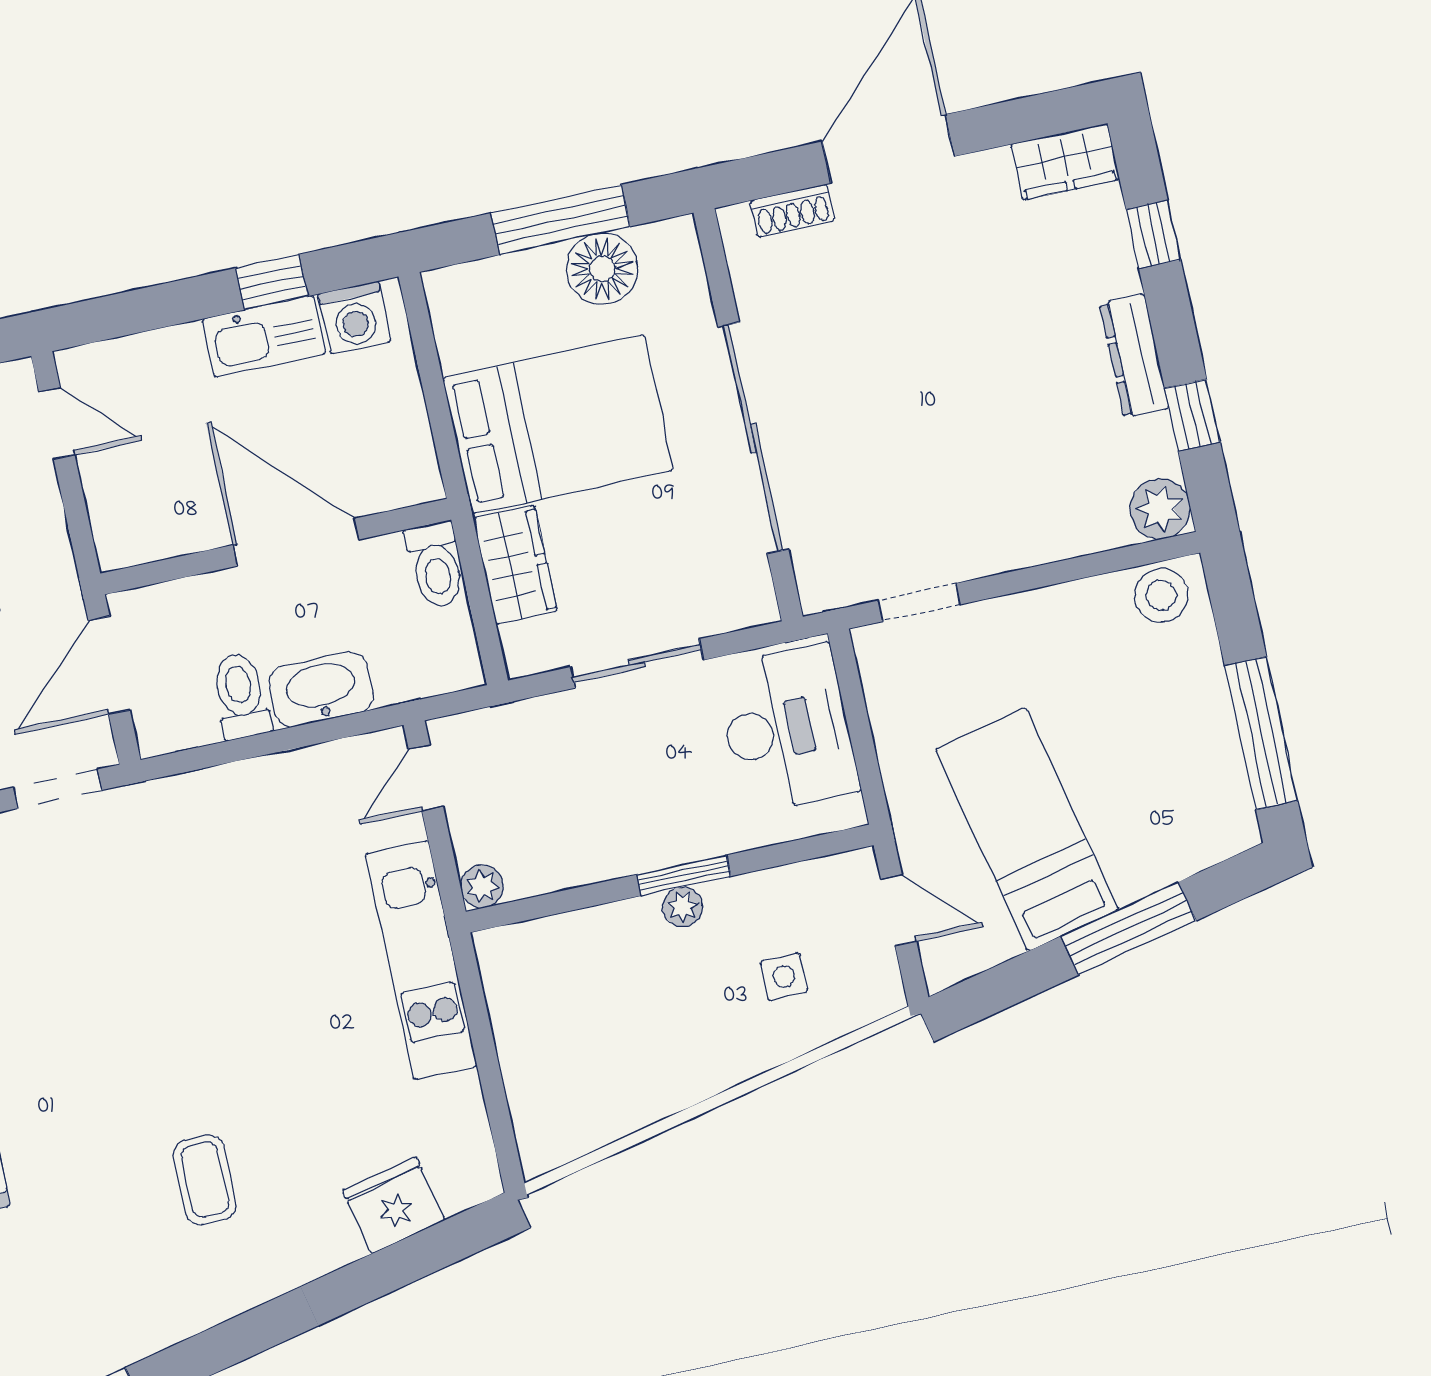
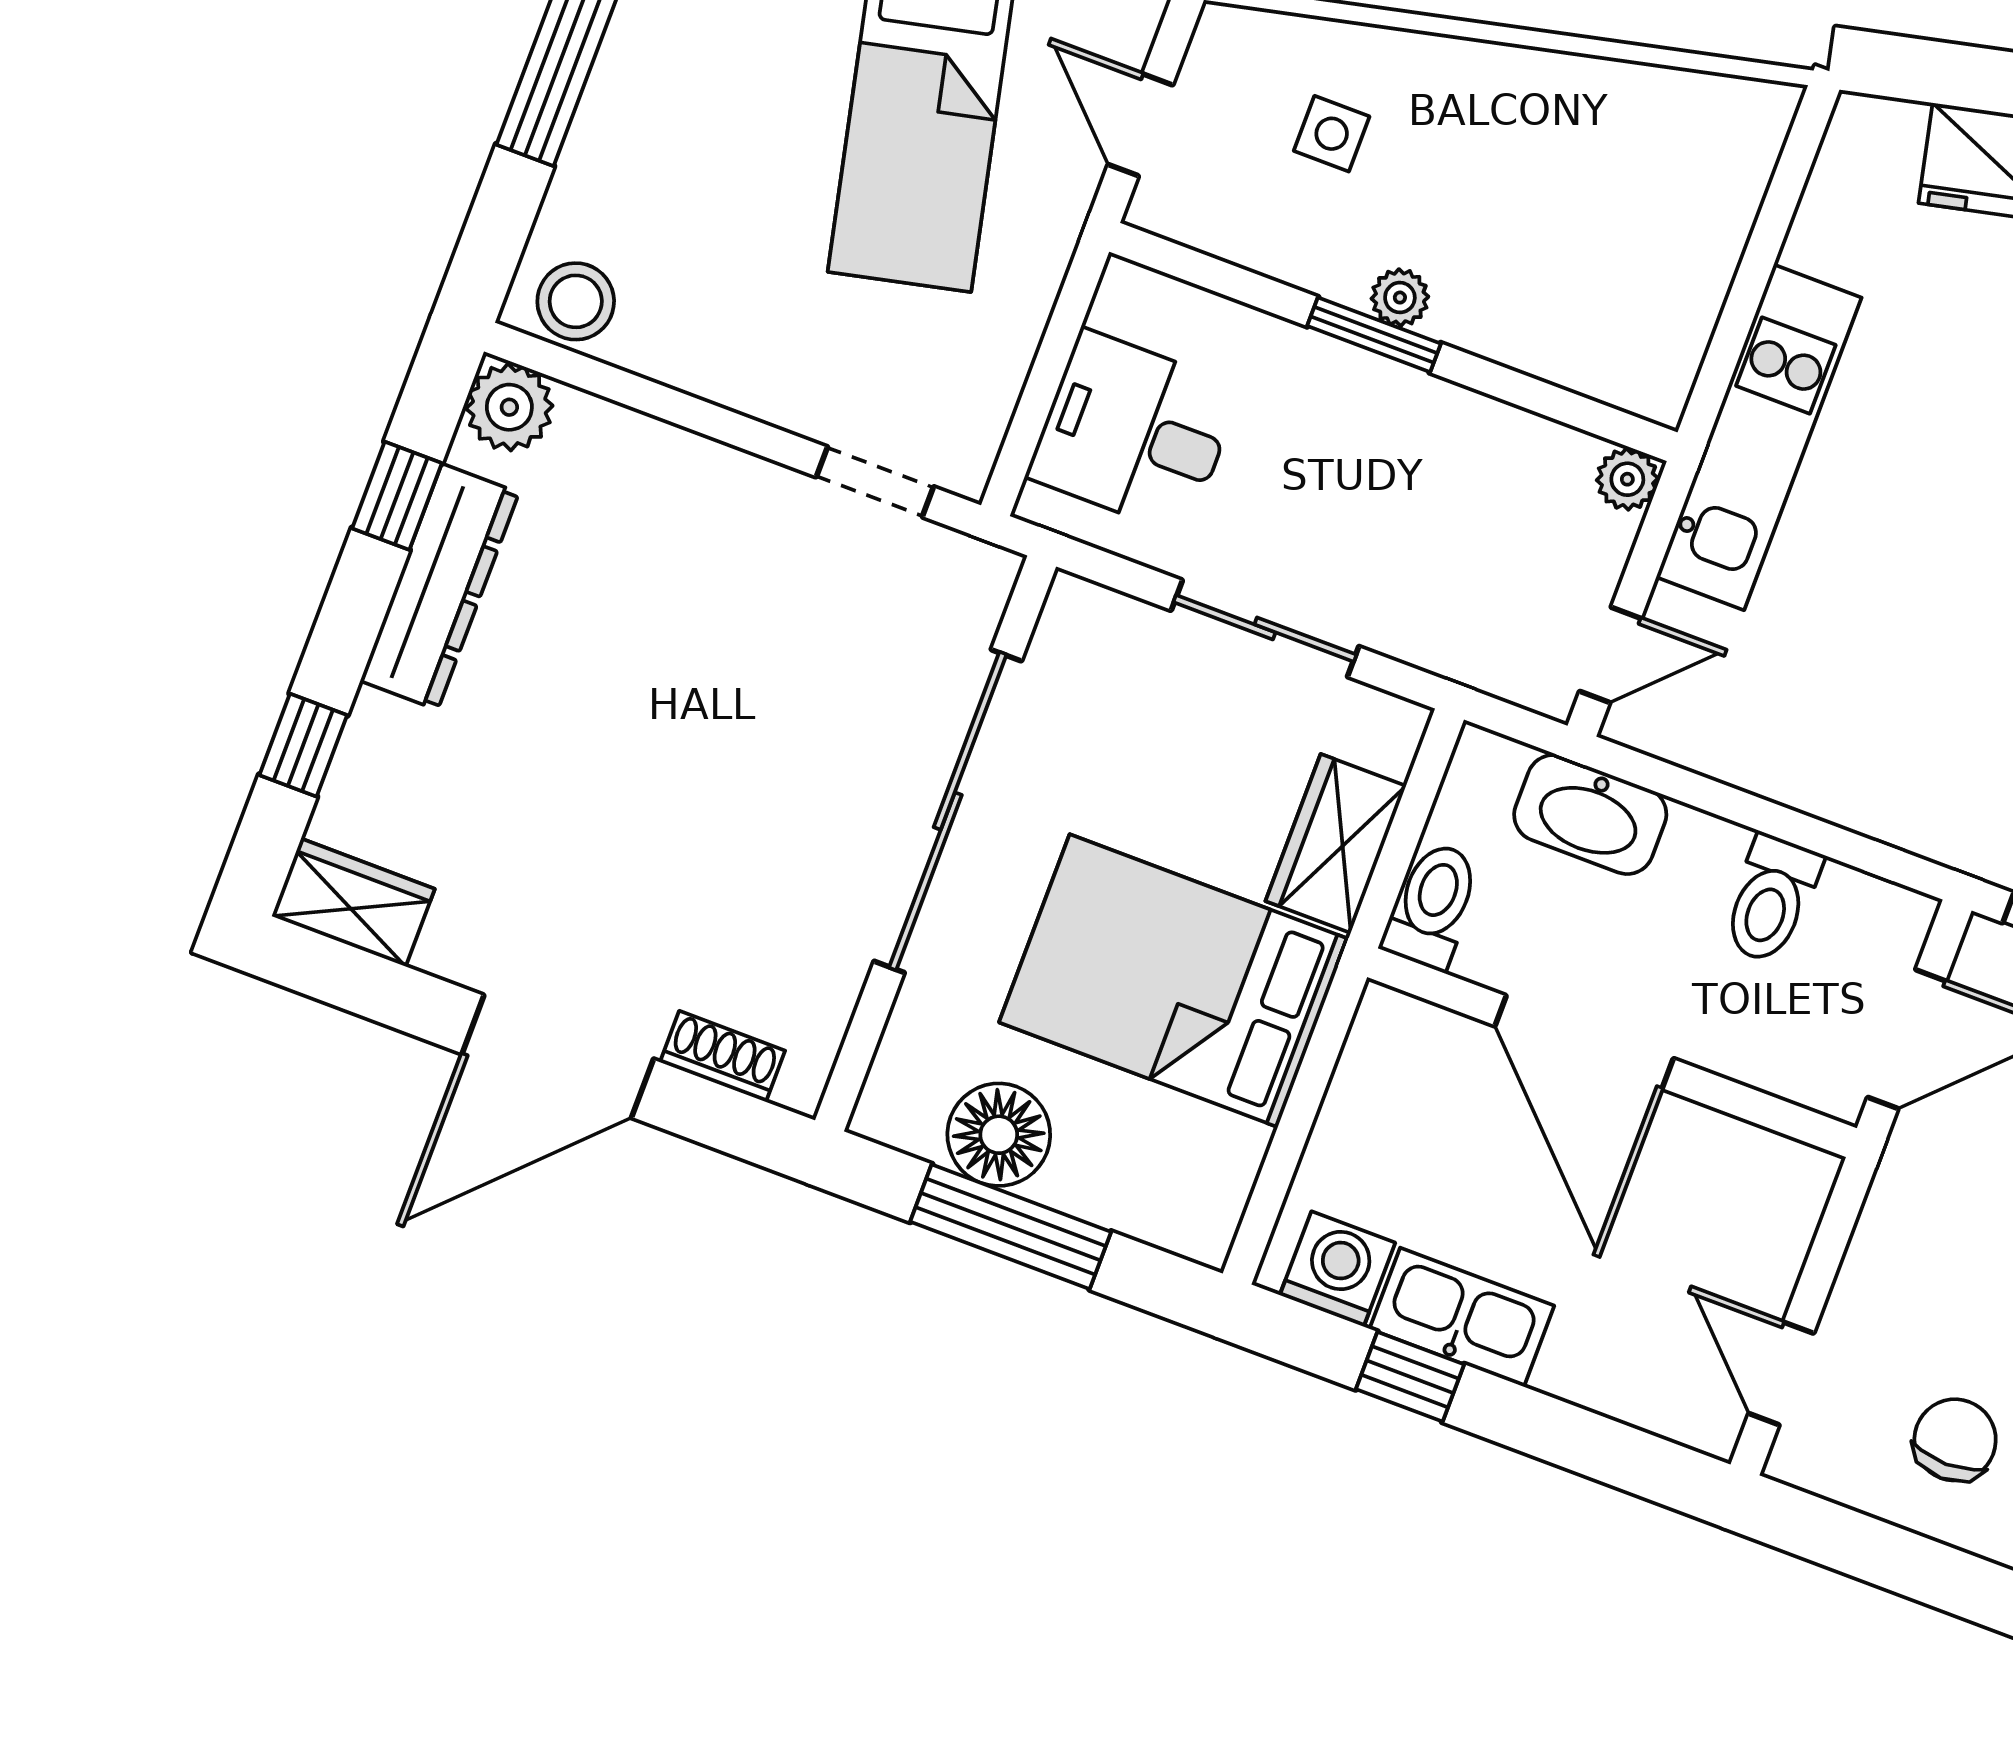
dresser: (1134, 356) -> (440, 587), width x1.37, depth x1.24
washbasin: (321, 689) -> (1590, 815), moved
desk: (787, 729) -> (1134, 432), width x0.73

